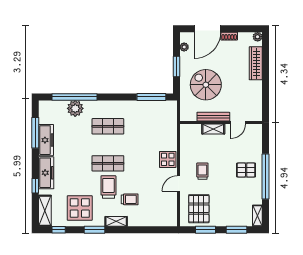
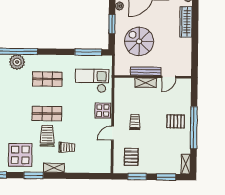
checkout: (156, 128) -> (92, 81), added
pallet: (199, 209) -> (131, 157), width x0.67, depth x0.71

